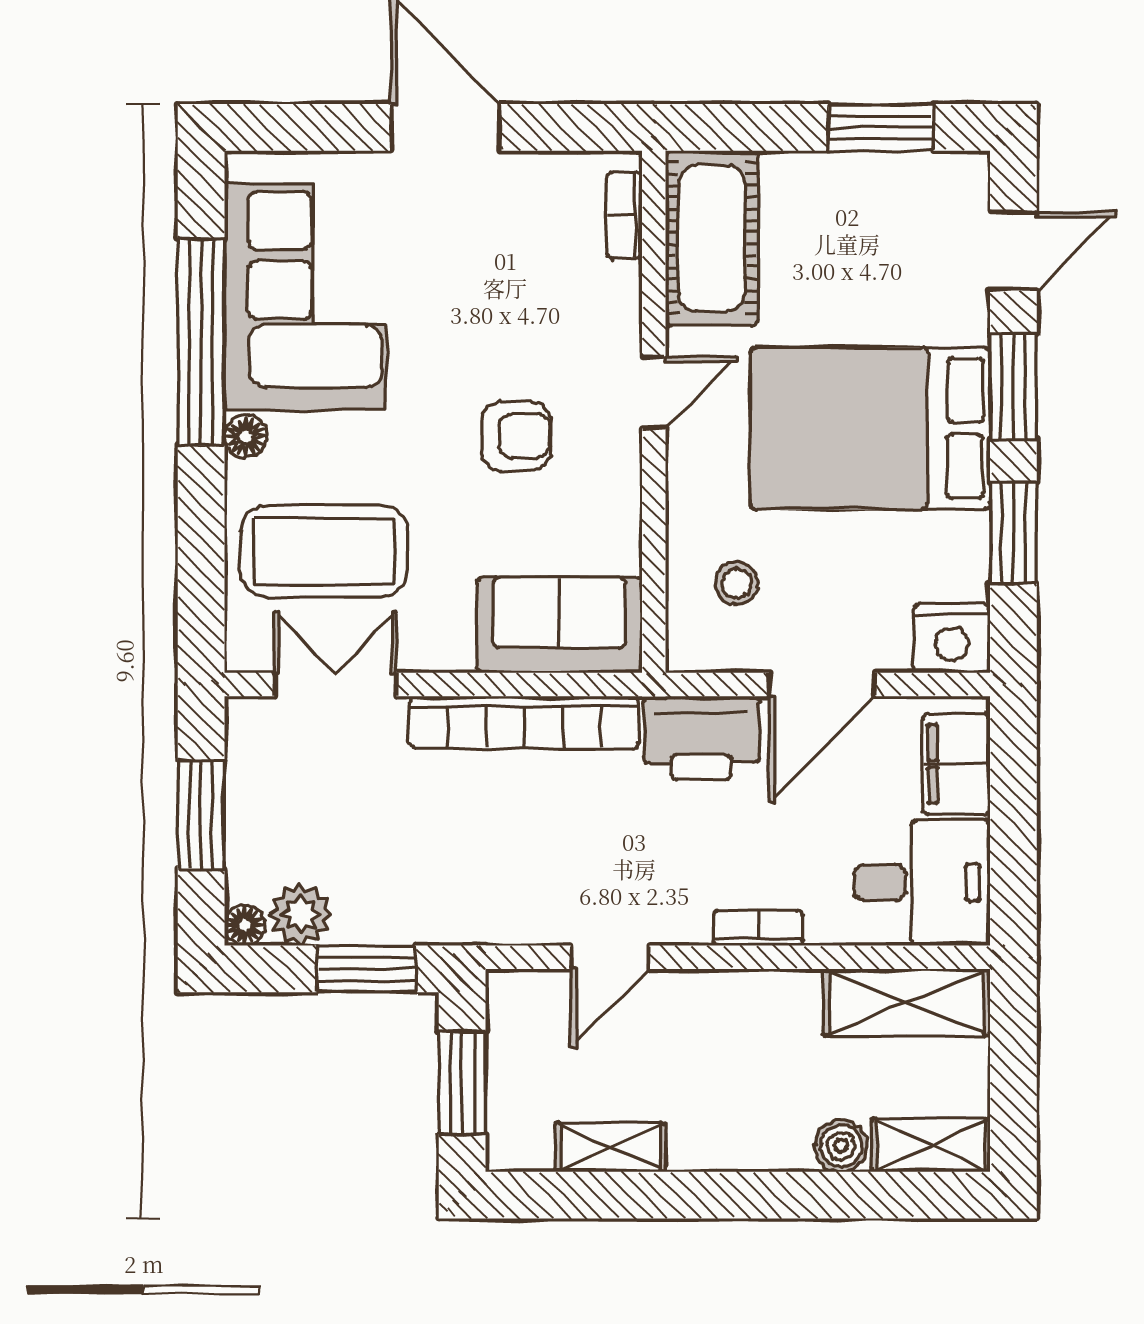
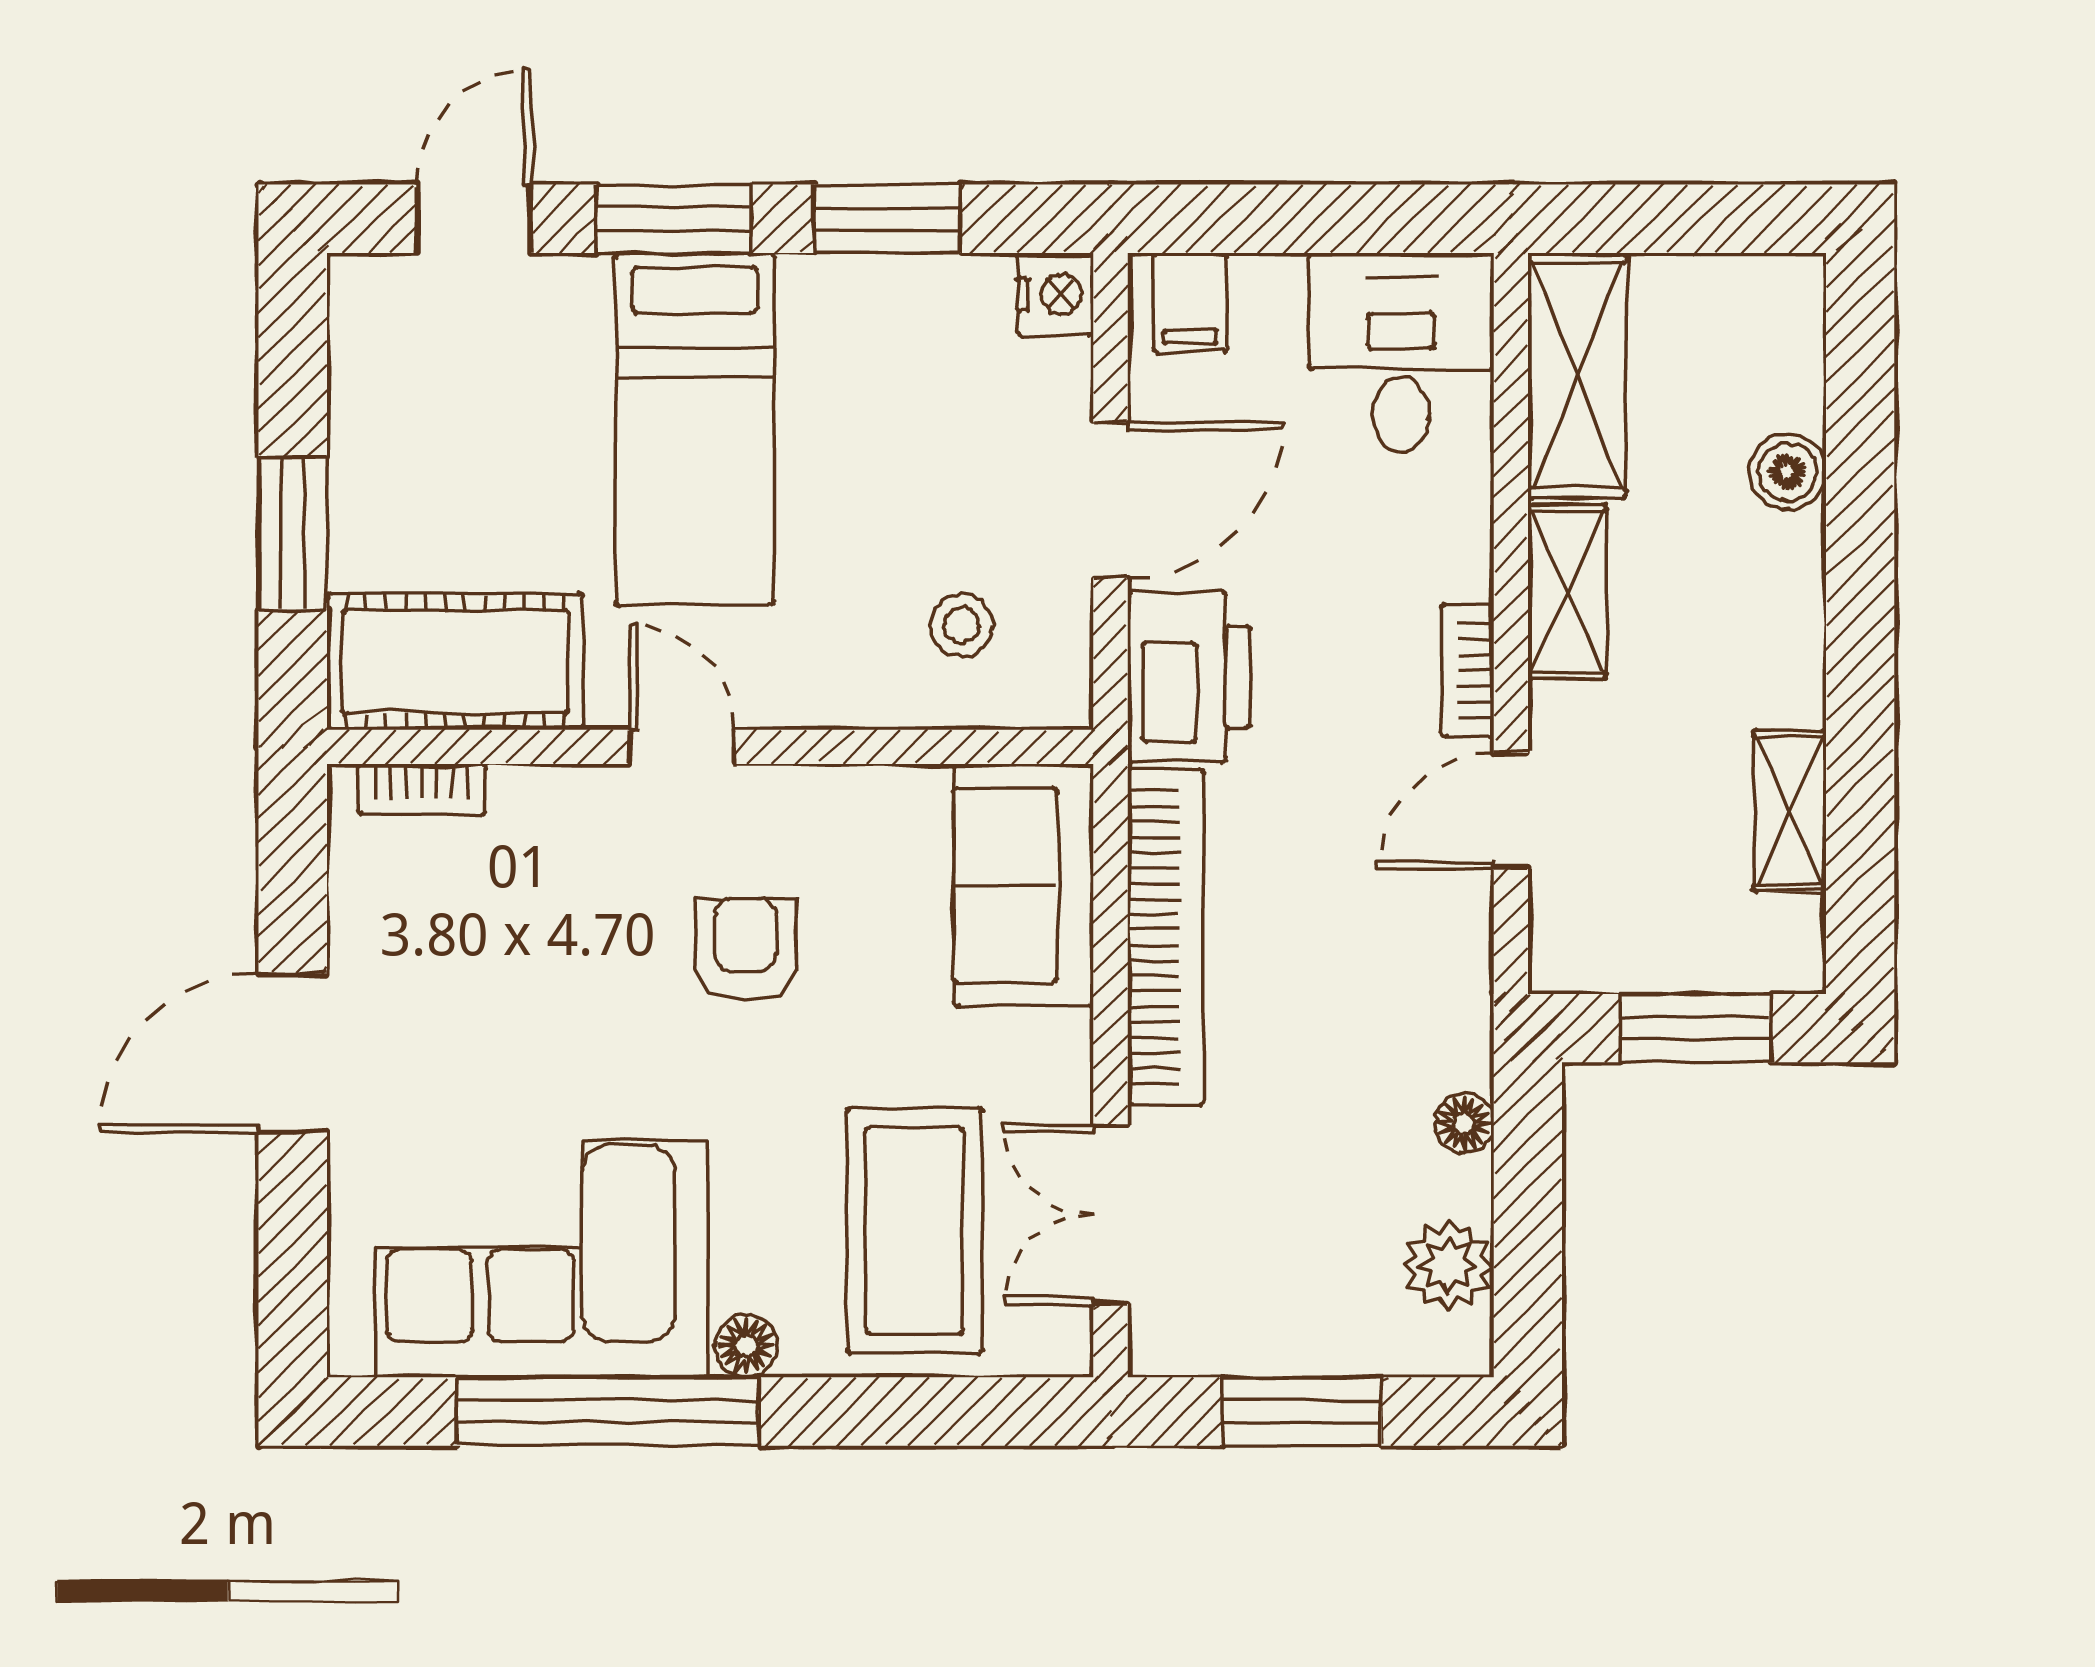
window: (881, 127) -> (293, 533), moved
door: (1013, 251) -> (474, 219), hinge flipped
bed: (870, 428) -> (695, 429), width x0.67
nightstand: (952, 638) -> (1055, 294), width x0.74, depth x0.75
door: (822, 685) -> (1111, 500), hinge flipped
filing cabinet: (956, 764) -> (1190, 302), width x0.50
floor lamp: (245, 925) -> (1464, 1123), moved
bookcase: (758, 928) -> (1467, 671), moved
door: (610, 957) -> (1511, 811), swing flipped
window: (367, 969) -> (1528, 1168), removed
shelving: (931, 1145) -> (1567, 592), moved

